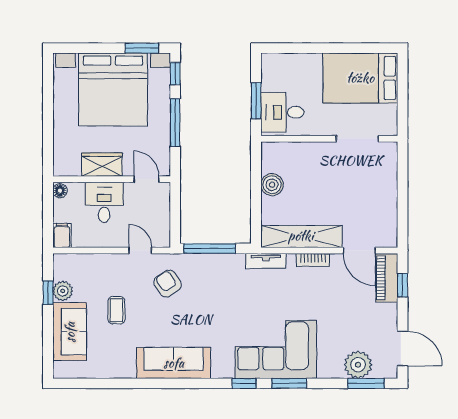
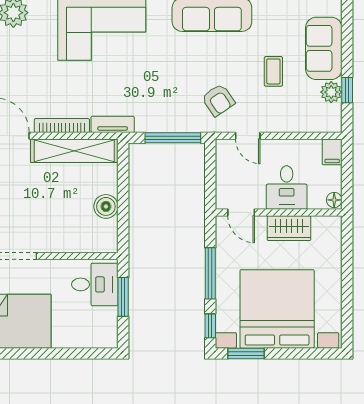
bookcase: (313, 260) -> (62, 126), width x1.56

